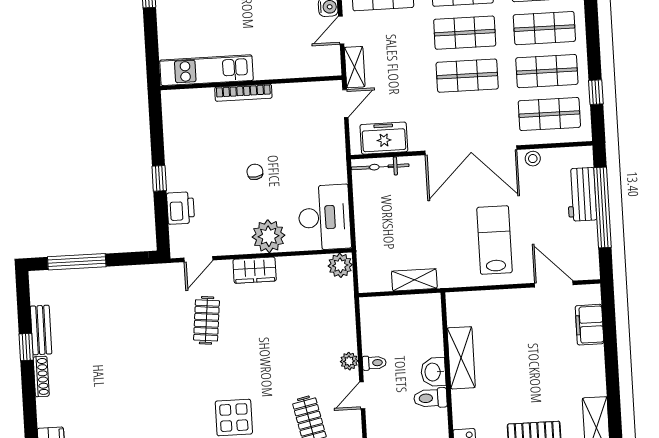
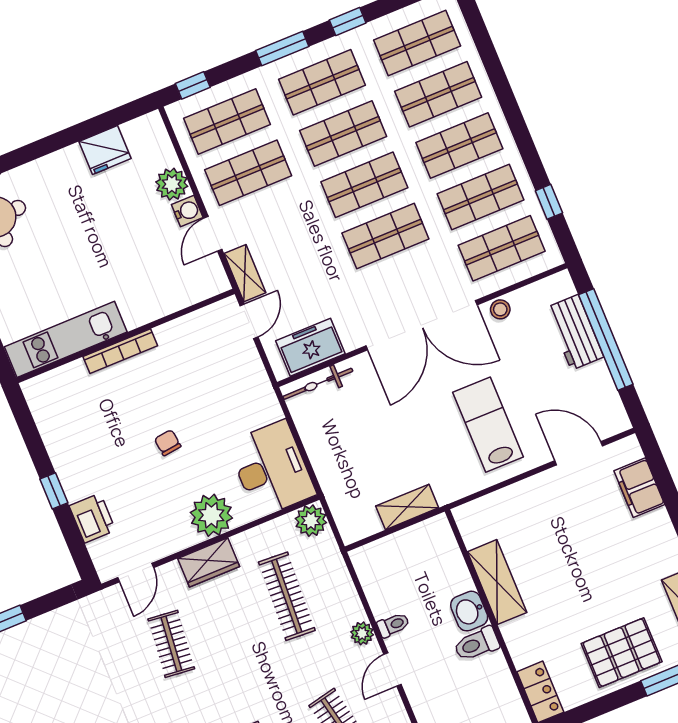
clothes rail: (303, 315) -> (287, 596), added

